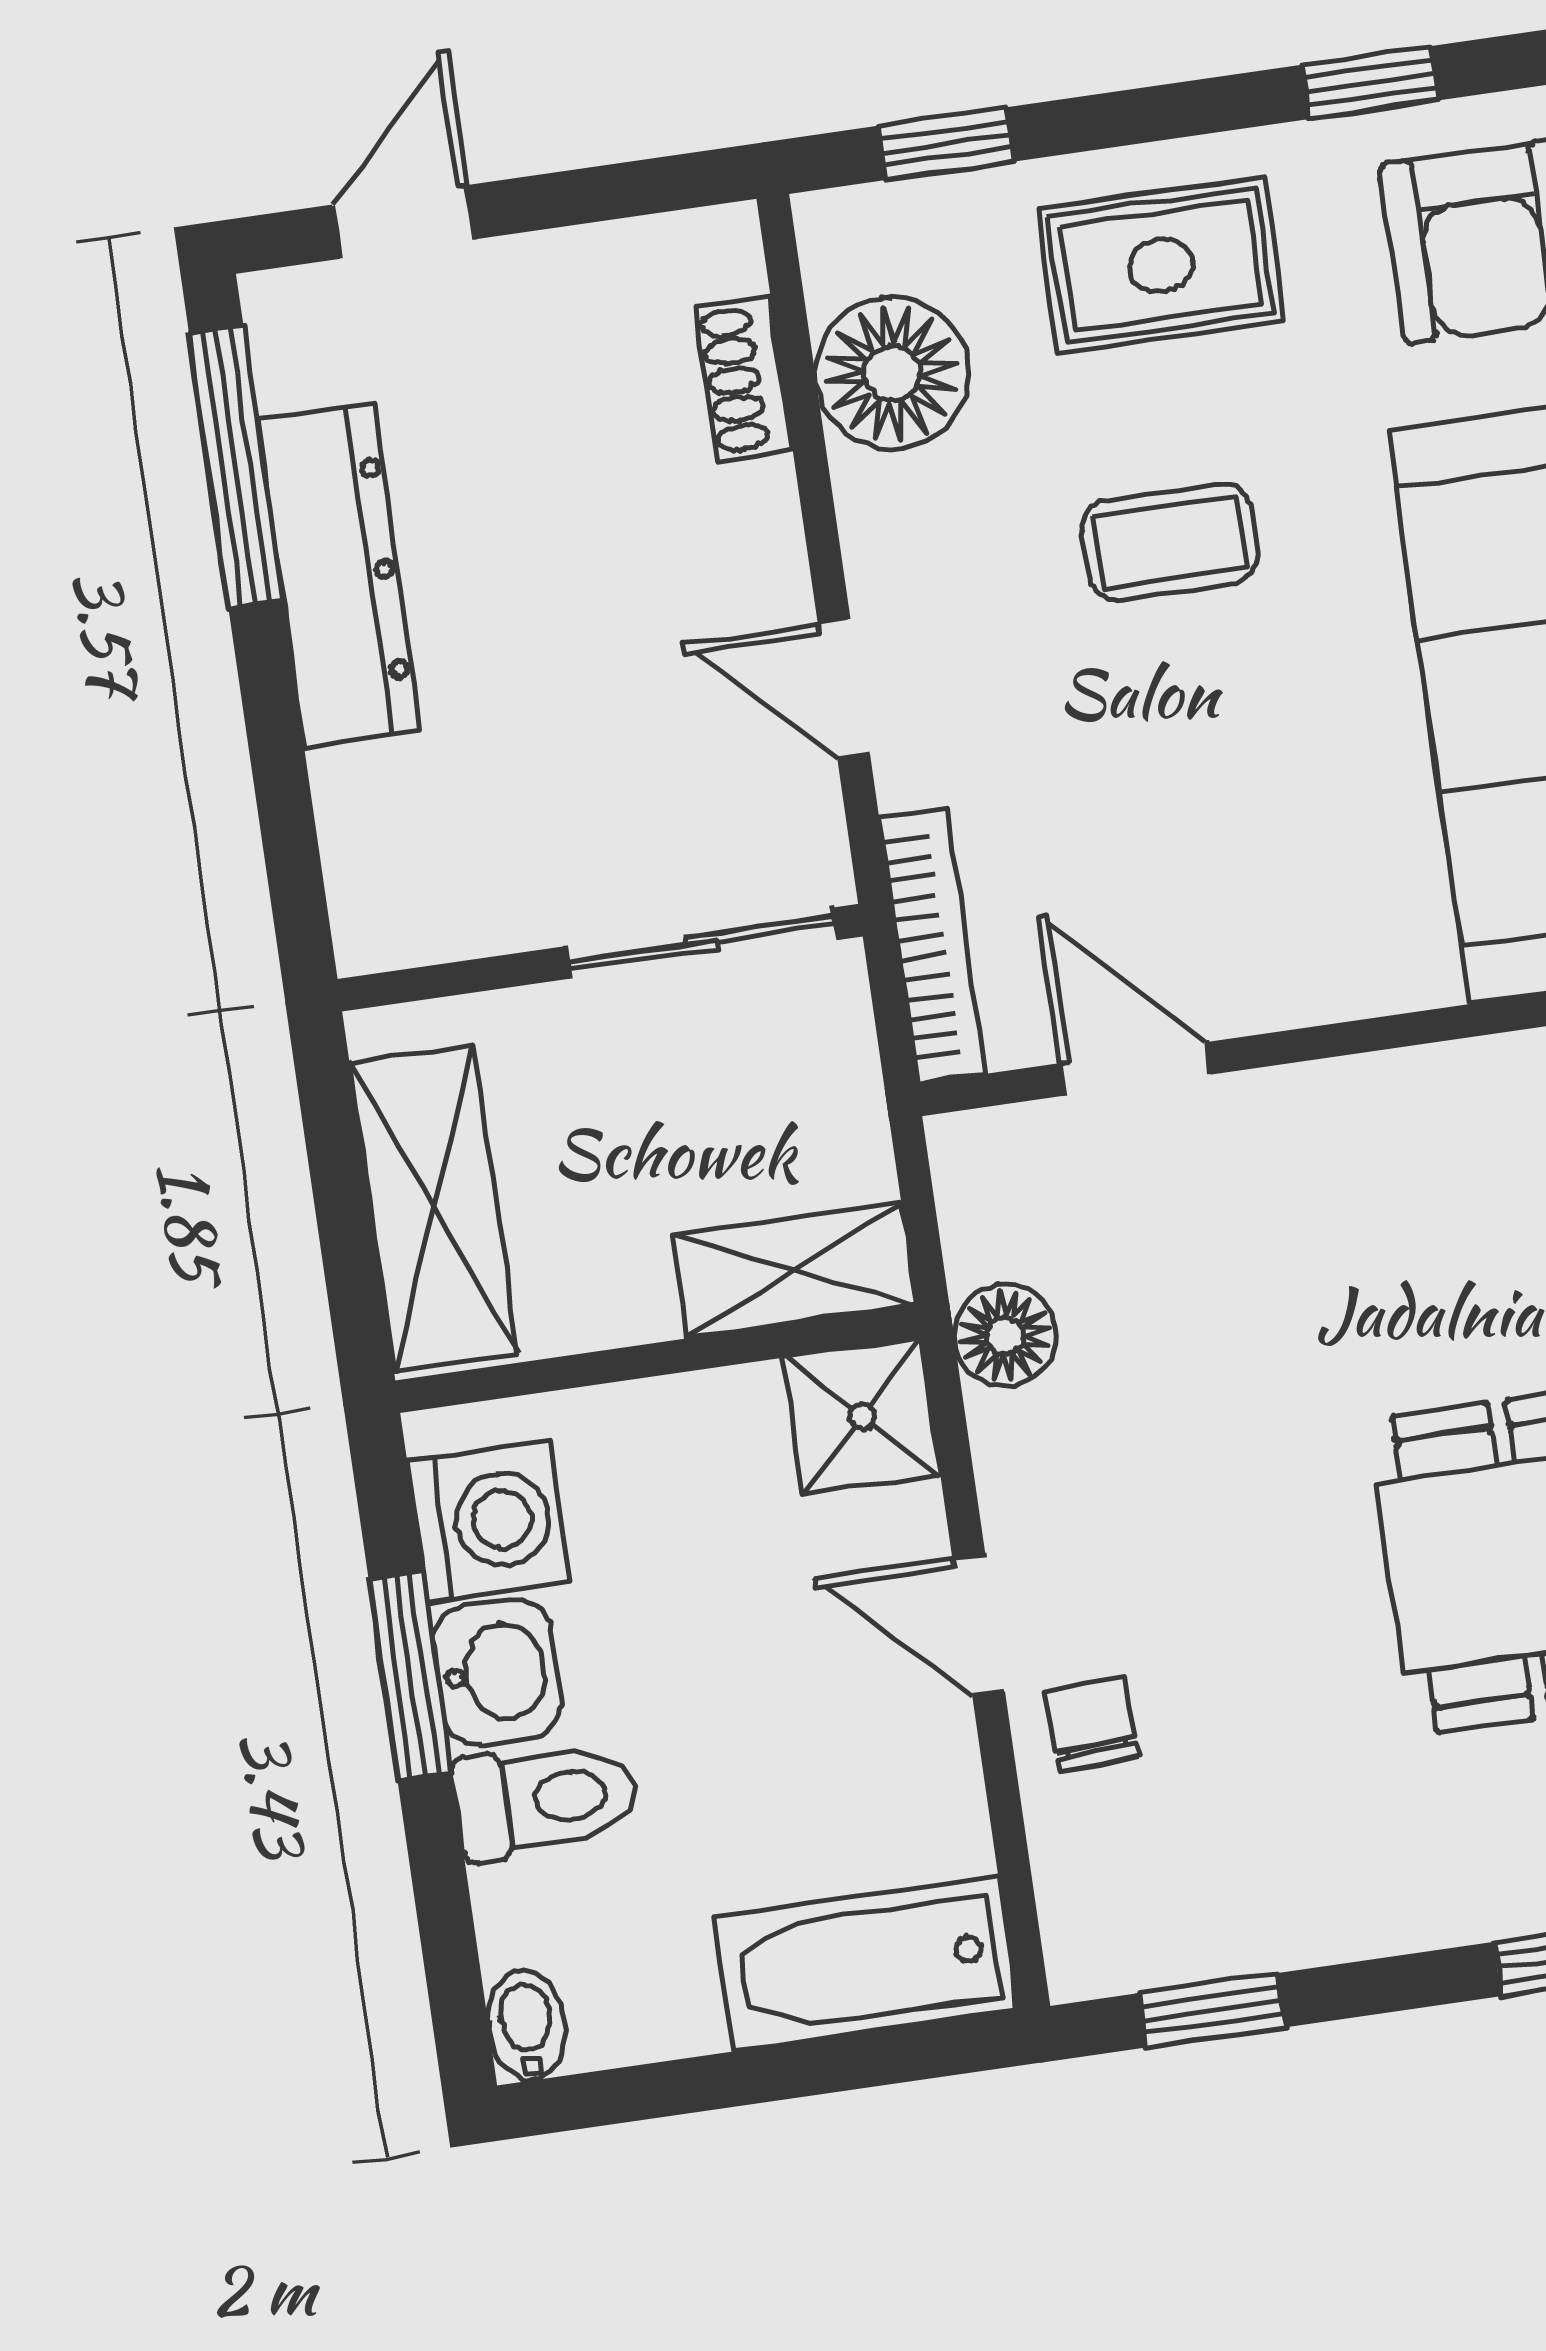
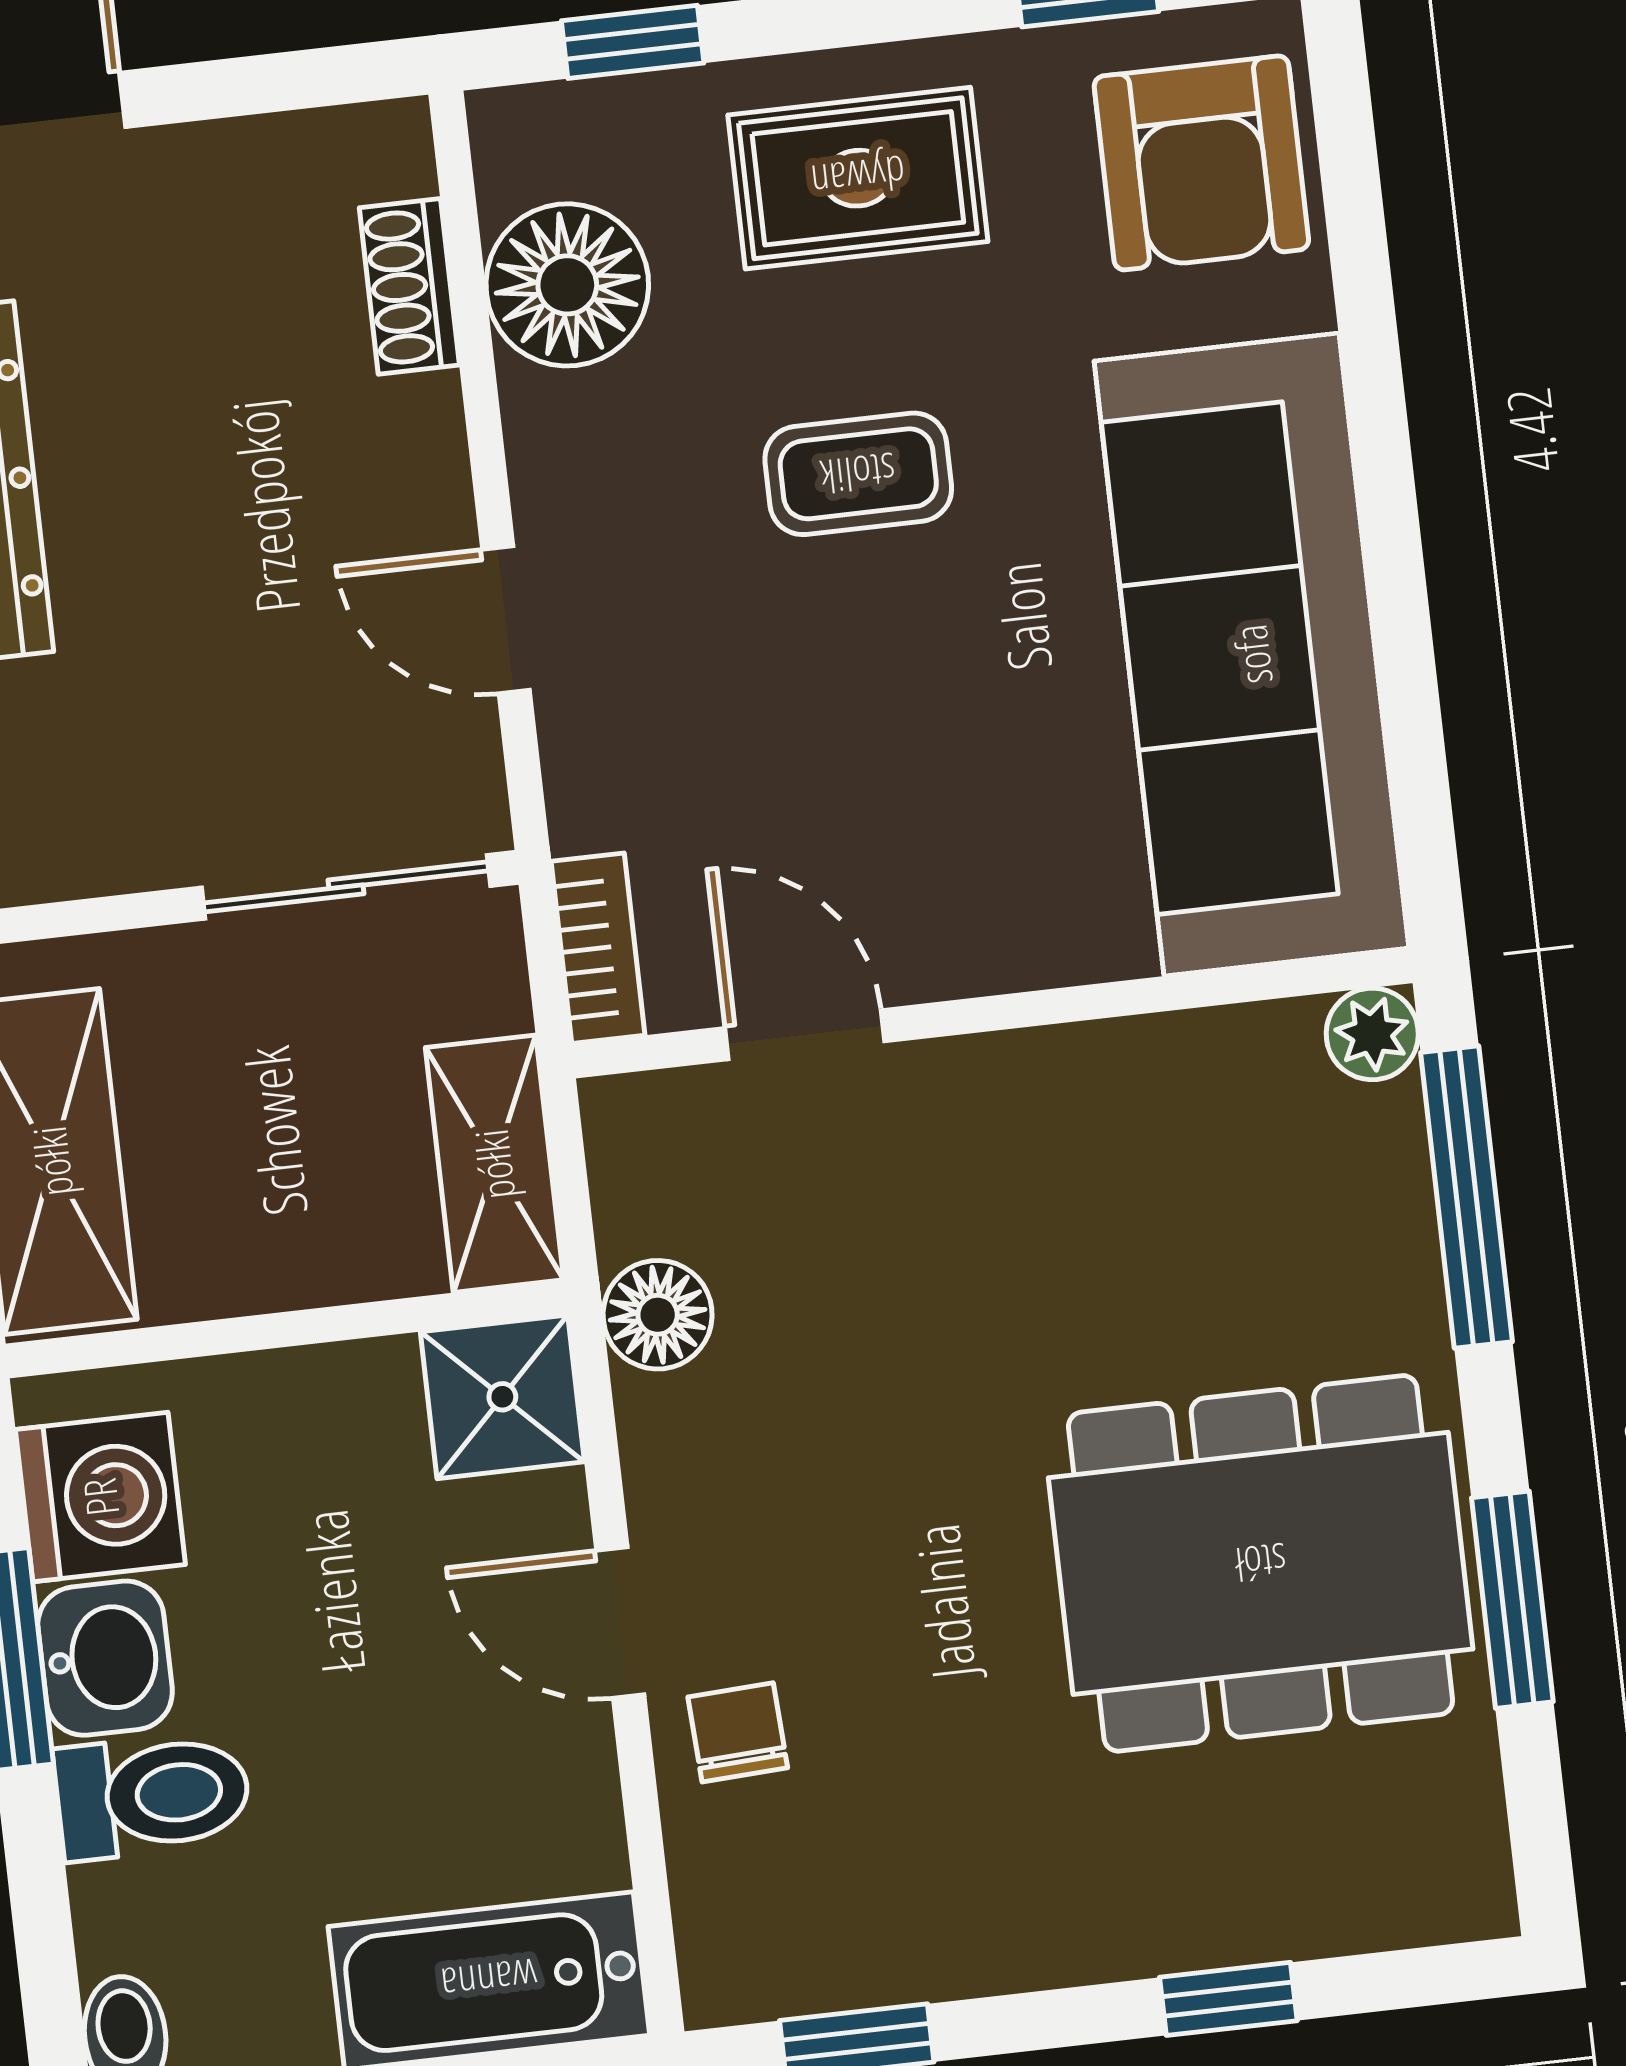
bookcase: (932, 946) -> (598, 948), width x0.64
shelving: (794, 1270) -> (494, 1164), moved, turned 90

